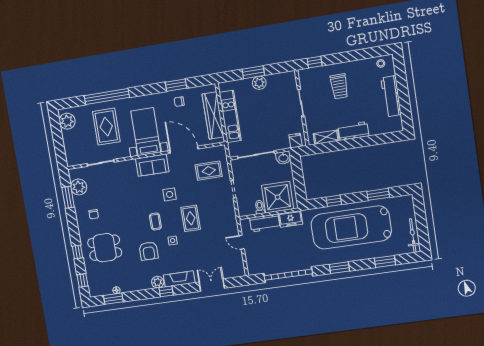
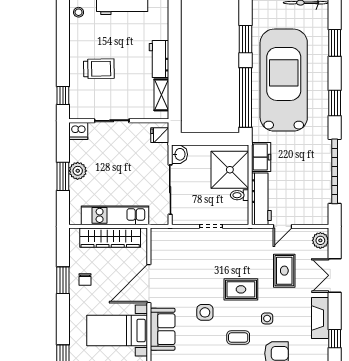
dishwasher: (289, 78) -> (78, 131), added
rug: (209, 171) -> (284, 271), moved
window: (334, 201) -> (246, 97), width x3.17
workbench: (265, 223) -> (261, 199), width x1.38
car: (351, 227) -> (284, 80), turned 180
plant: (158, 282) -> (320, 240), moved

